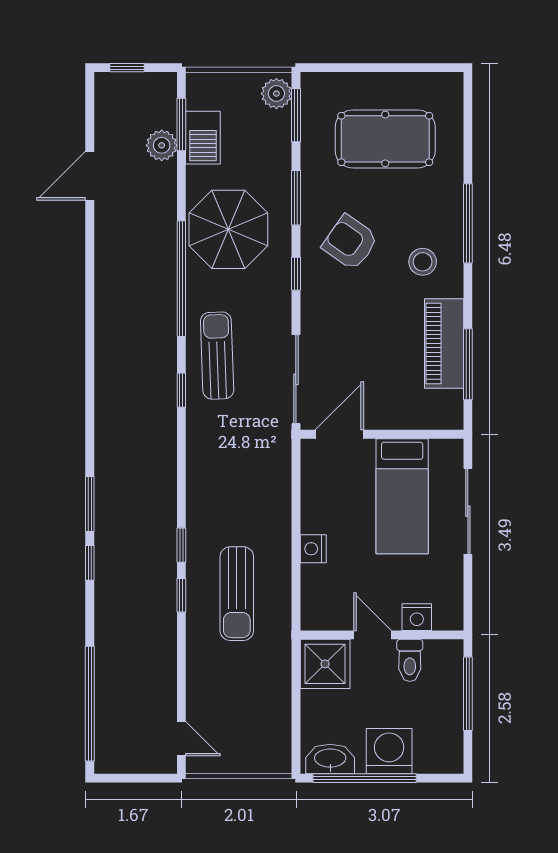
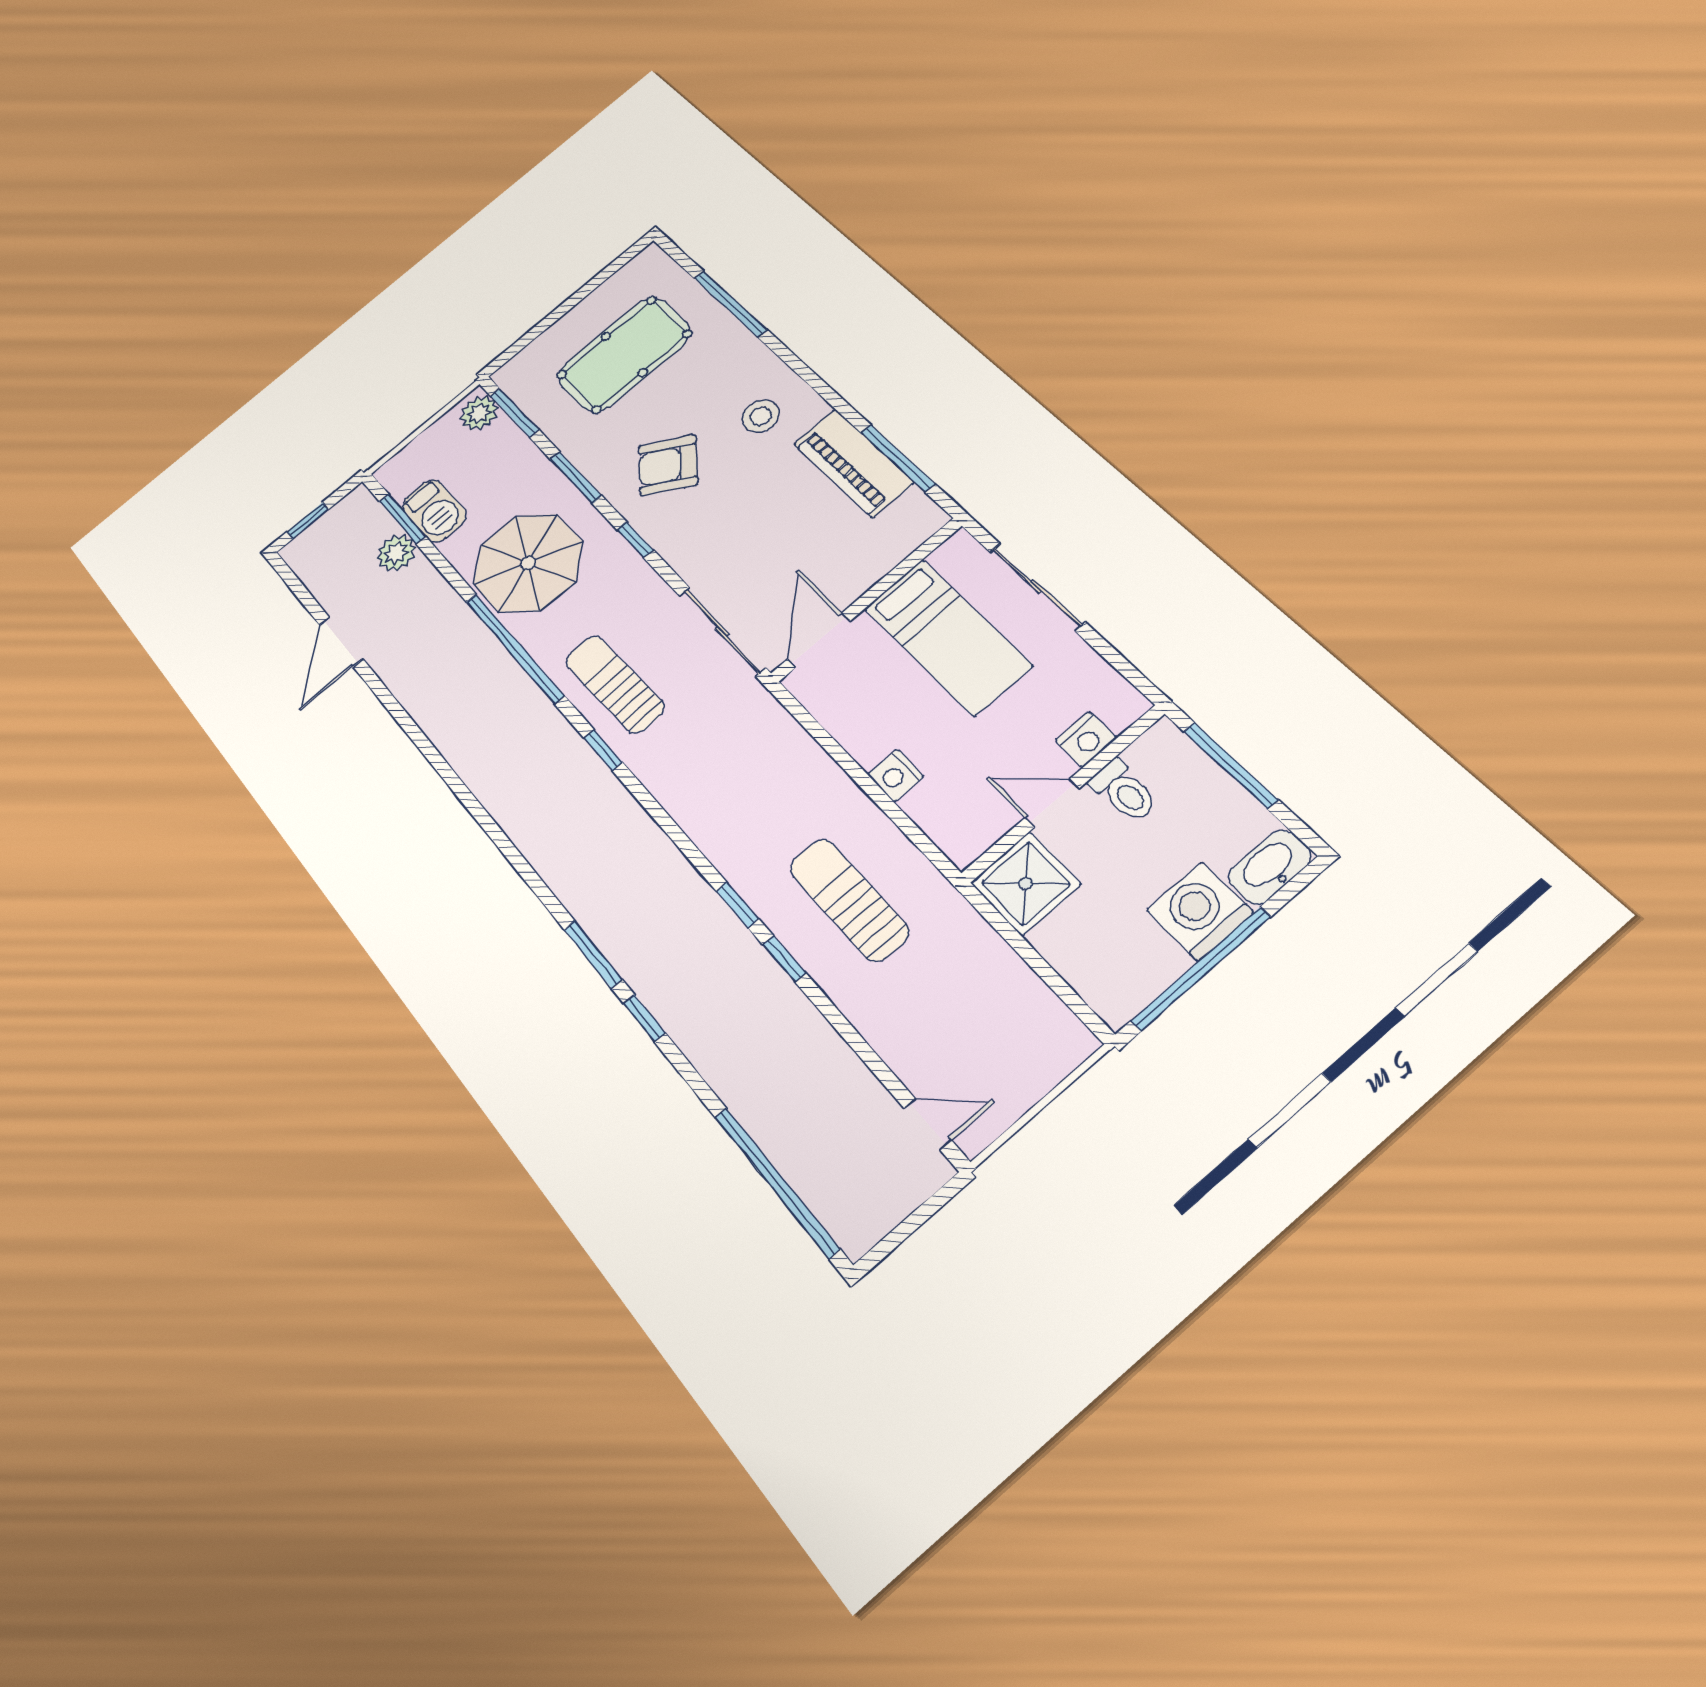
window: (468, 223) -> (730, 304), moved
sun lounger: (237, 594) -> (849, 900), turned 180
washbasin: (330, 759) -> (1270, 867), moved

